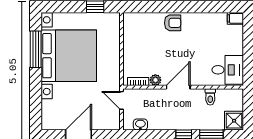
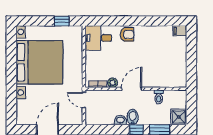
window: (36, 49) -> (11, 57), removed
desk: (228, 70) -> (98, 38), moved, turned 180
bidet: (179, 121) -> (133, 117), added
washbasin: (140, 124) -> (120, 120), moved

